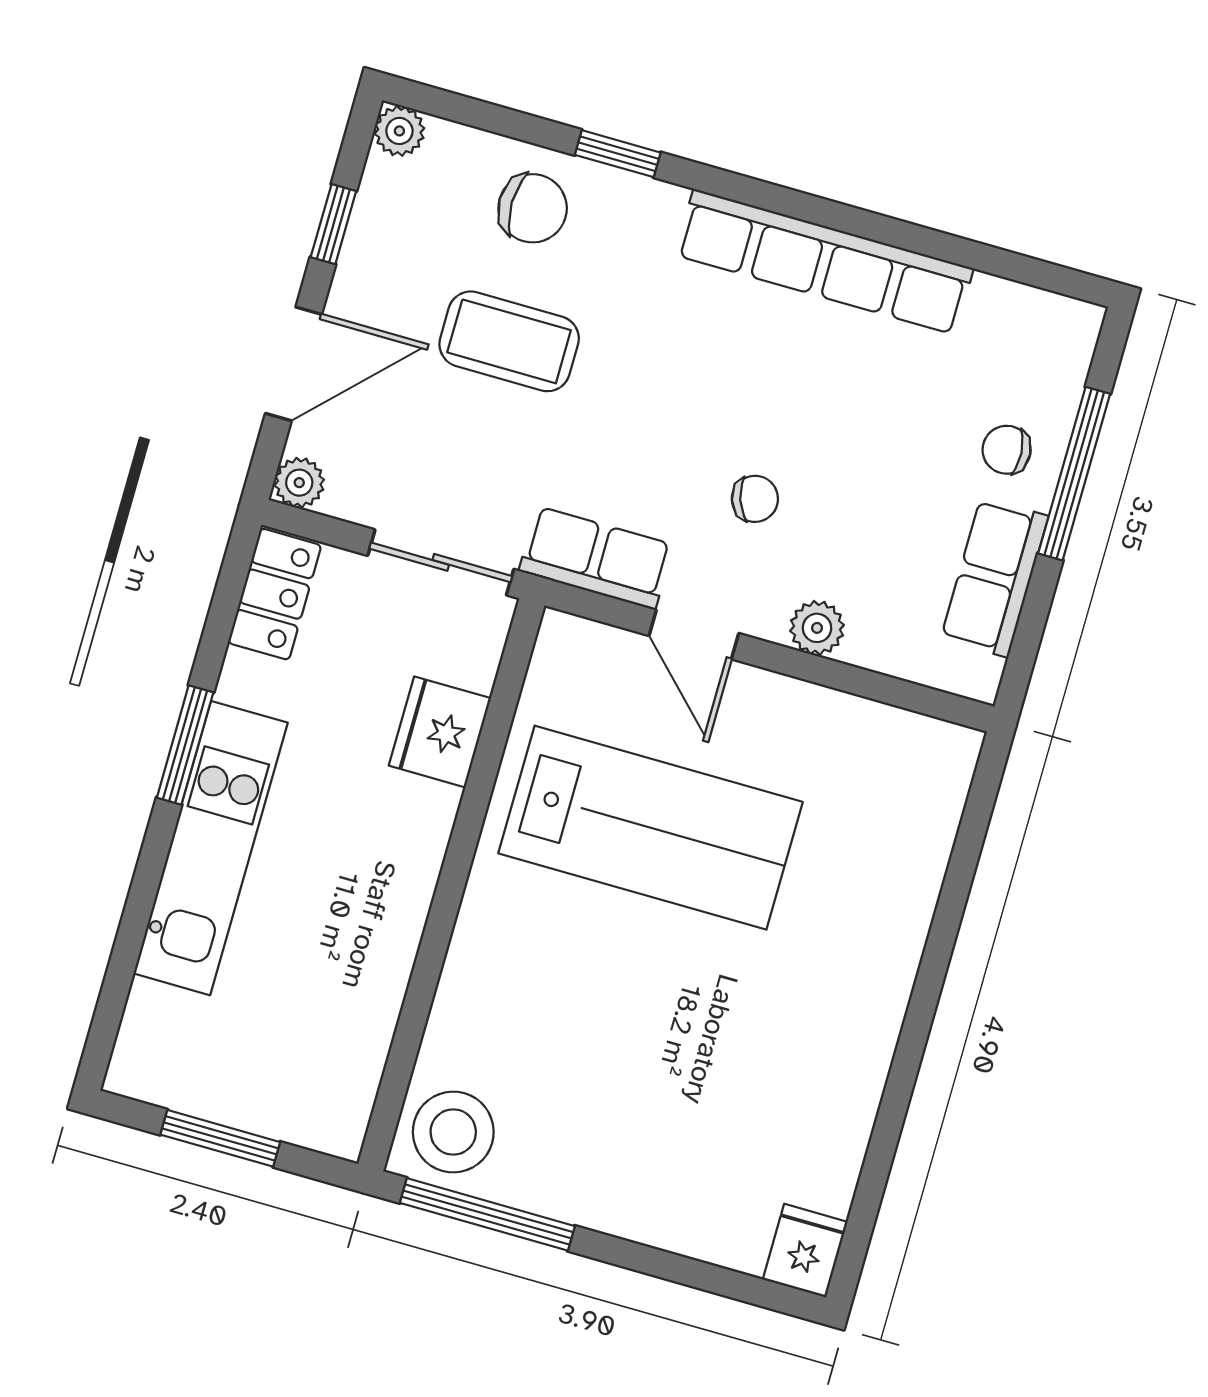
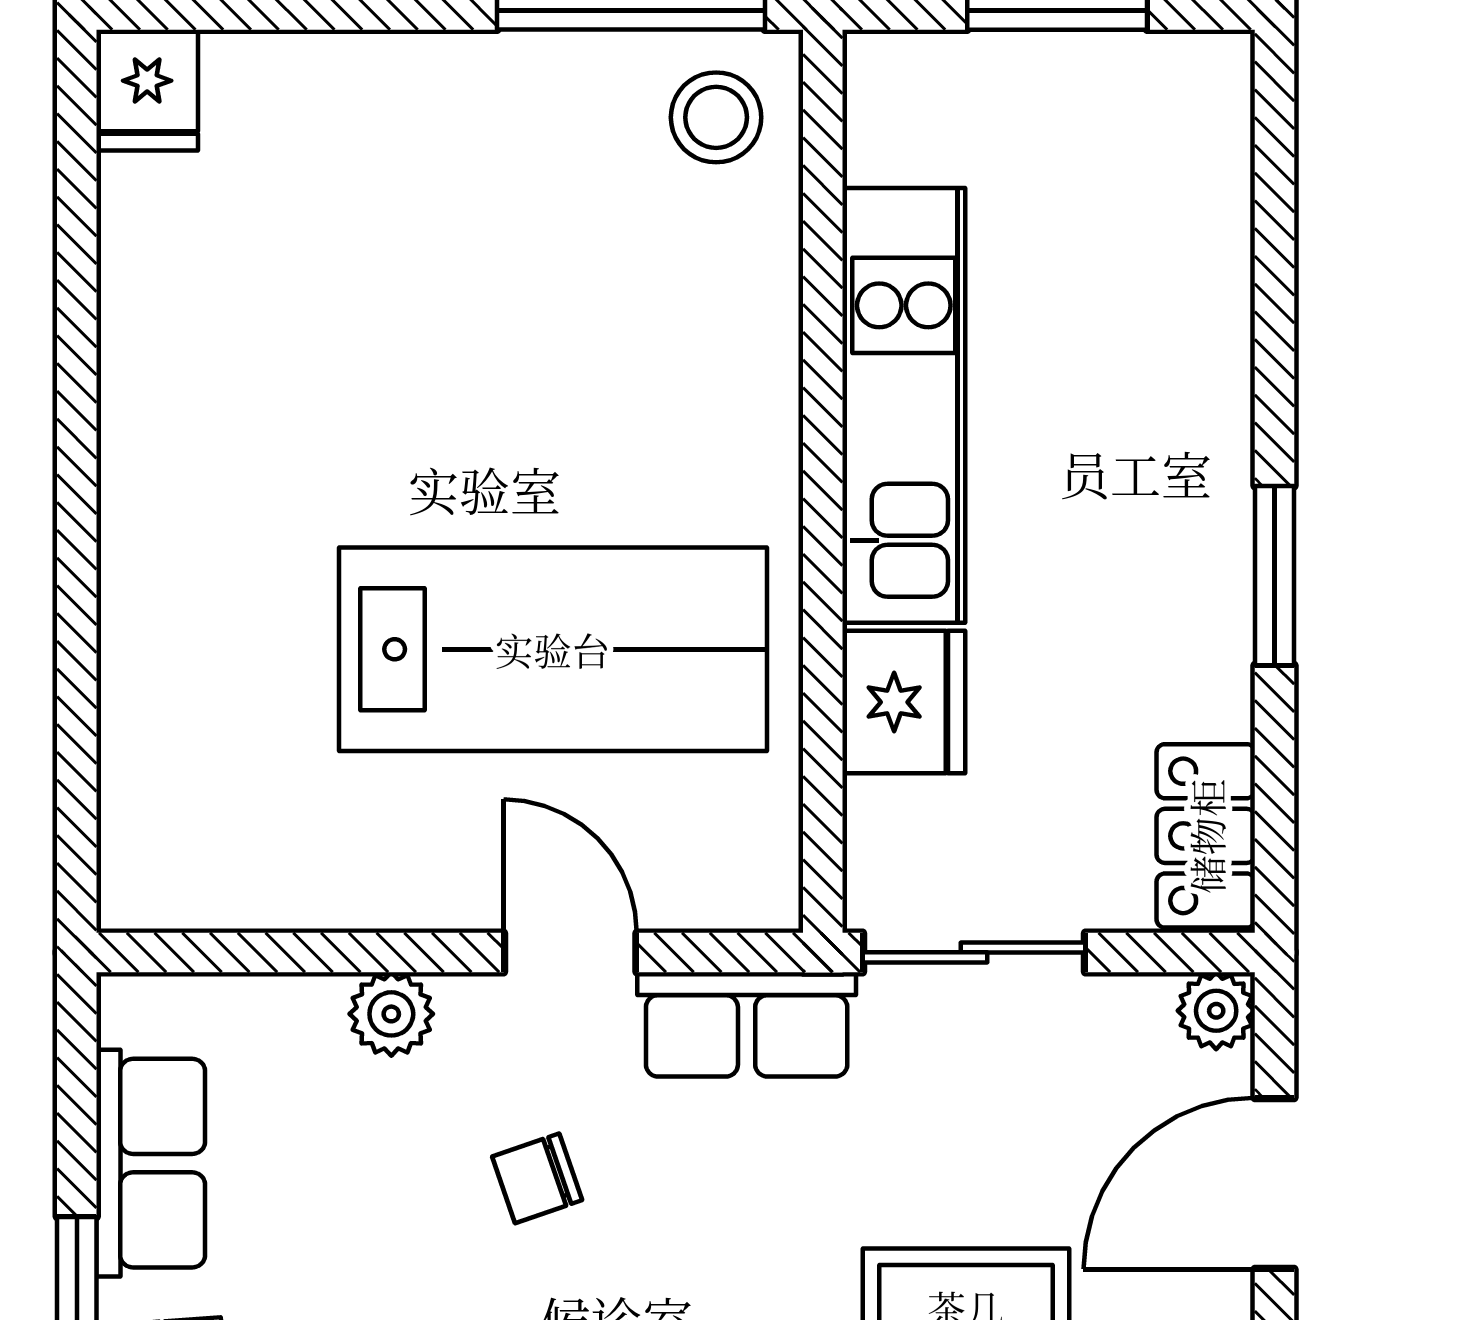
lab bench: (651, 828) -> (553, 649), turned 180
kitchen unit: (211, 848) -> (904, 405), moved, turned 180
stool: (453, 1132) -> (716, 117), width x0.73, depth x0.73

